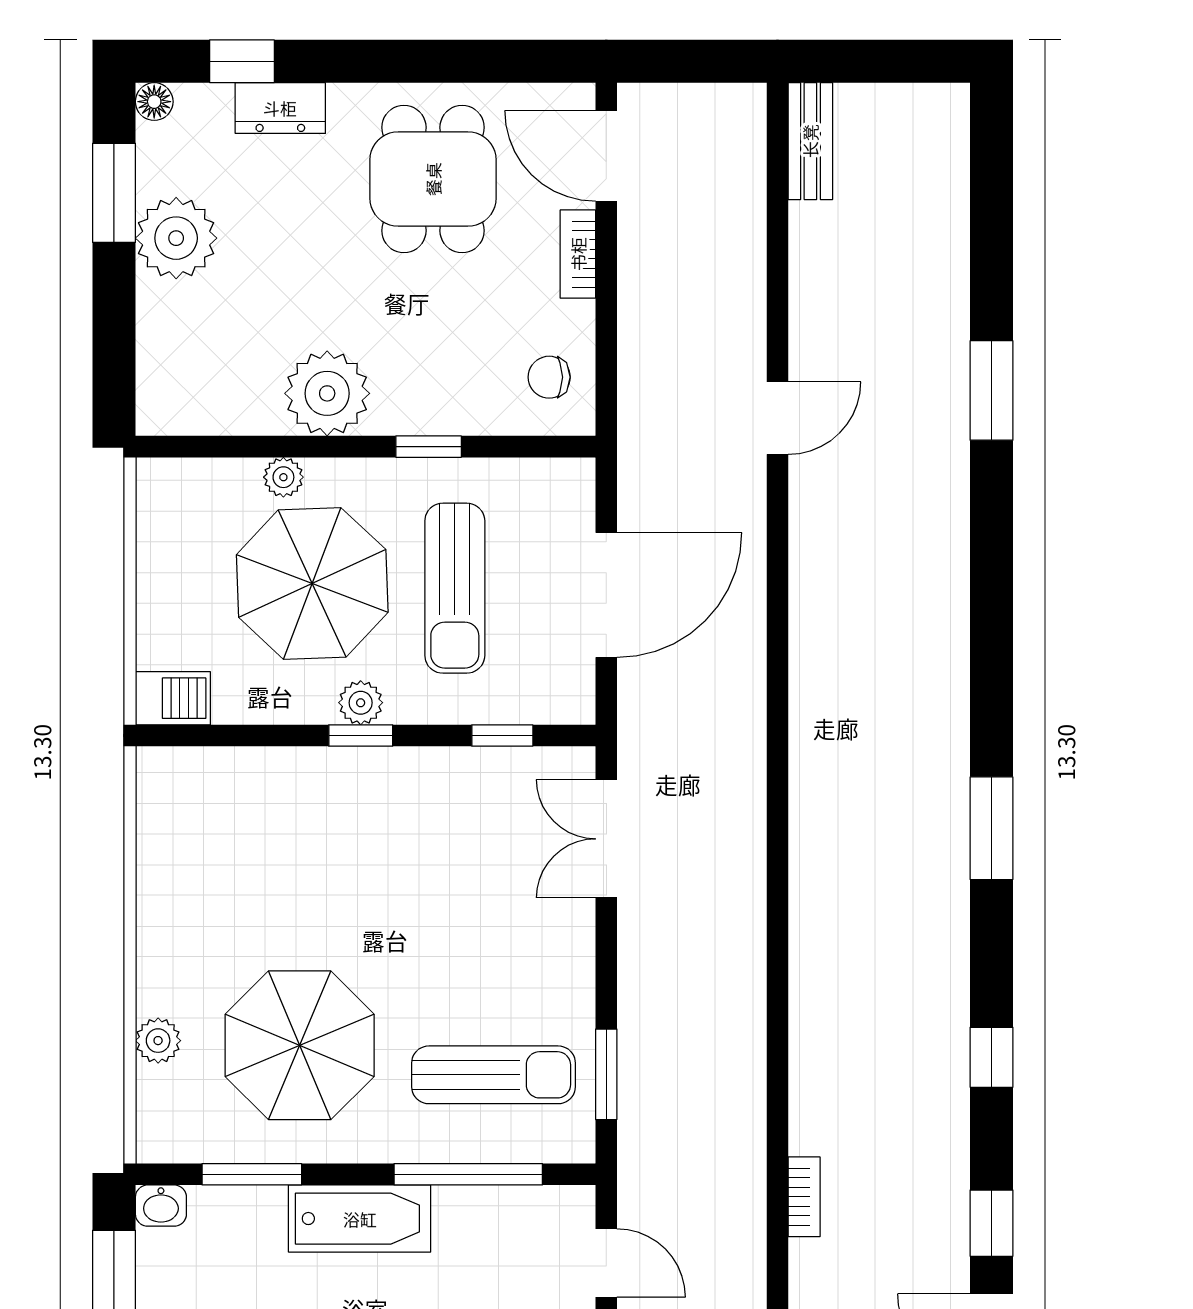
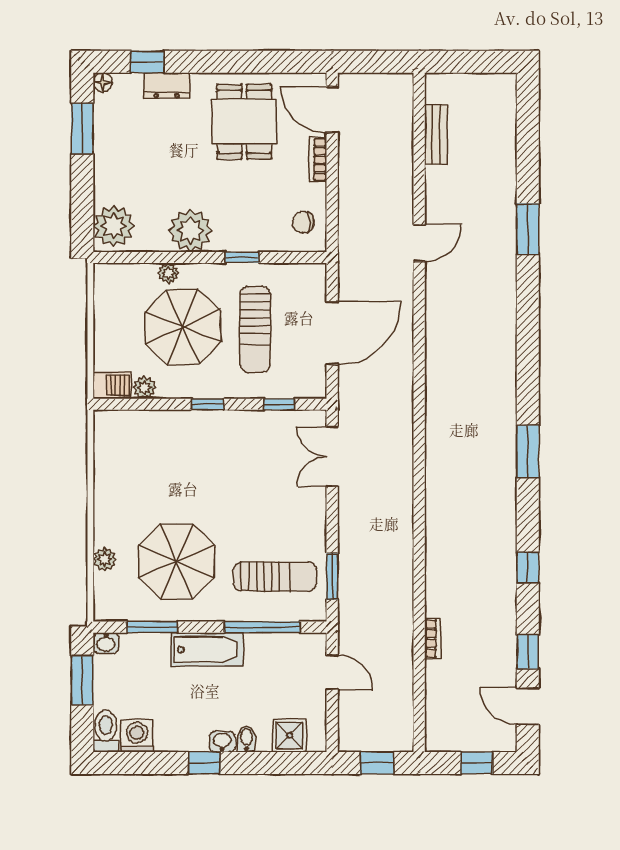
bench: (810, 141) -> (436, 135), moved
plant: (176, 238) -> (114, 226), moved
plant: (361, 703) -> (144, 388), moved

